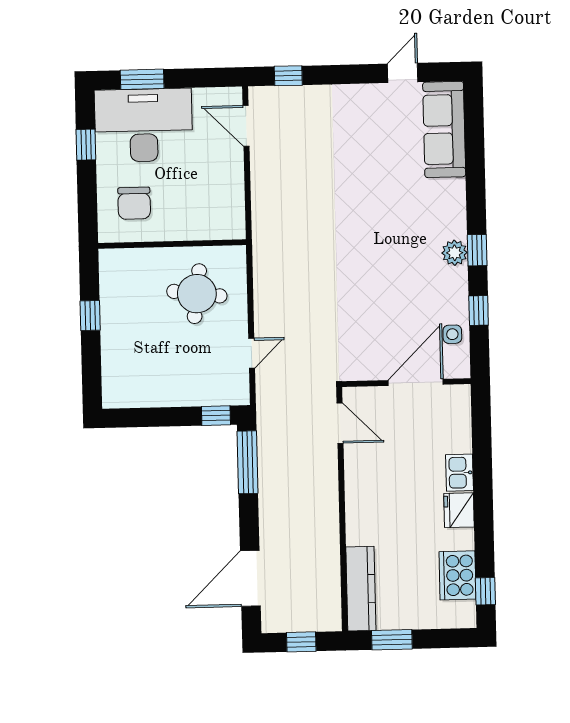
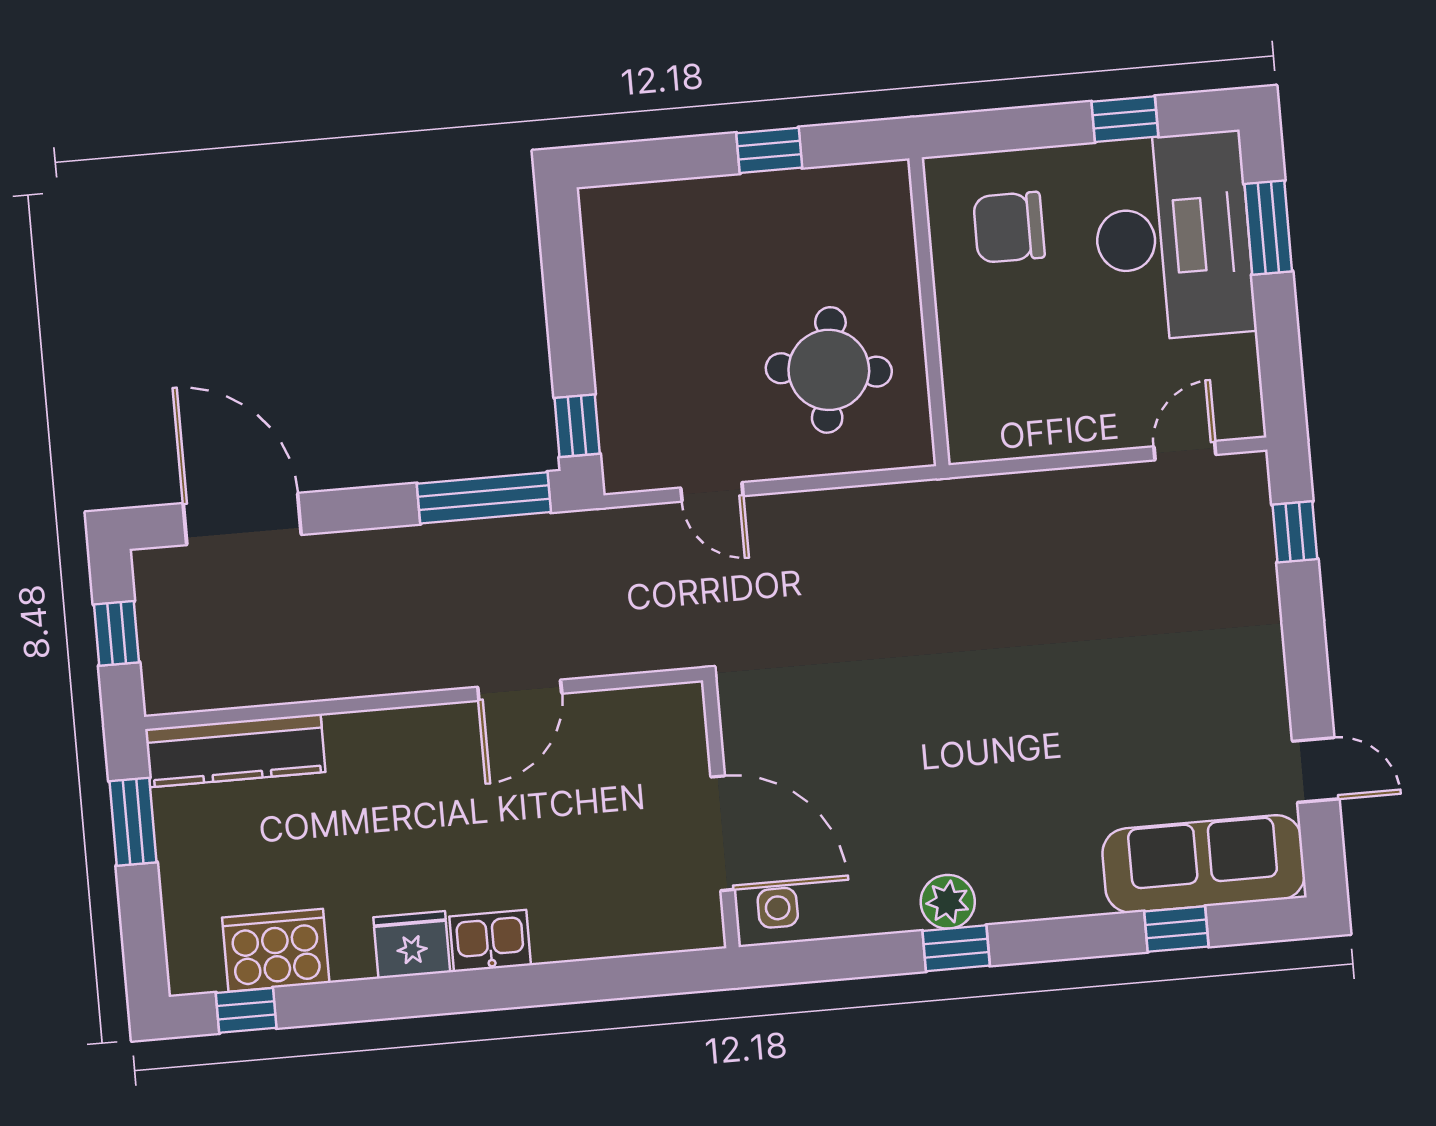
door: (246, 126) -> (1185, 451), width x0.73
window: (479, 311) -> (1176, 929), moved
door: (416, 382) -> (723, 833), moved
wall: (406, 383) -> (721, 814), moved
door: (340, 423) -> (520, 690), moved

